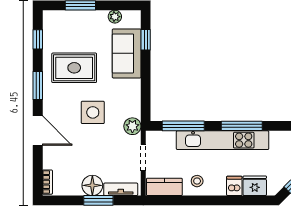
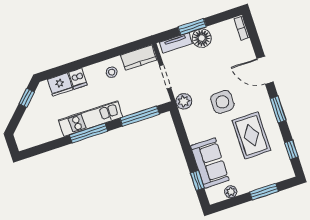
rug: (74, 68) -> (251, 135), turned 90
kitchen unit: (223, 140) -> (91, 119), width x0.73

